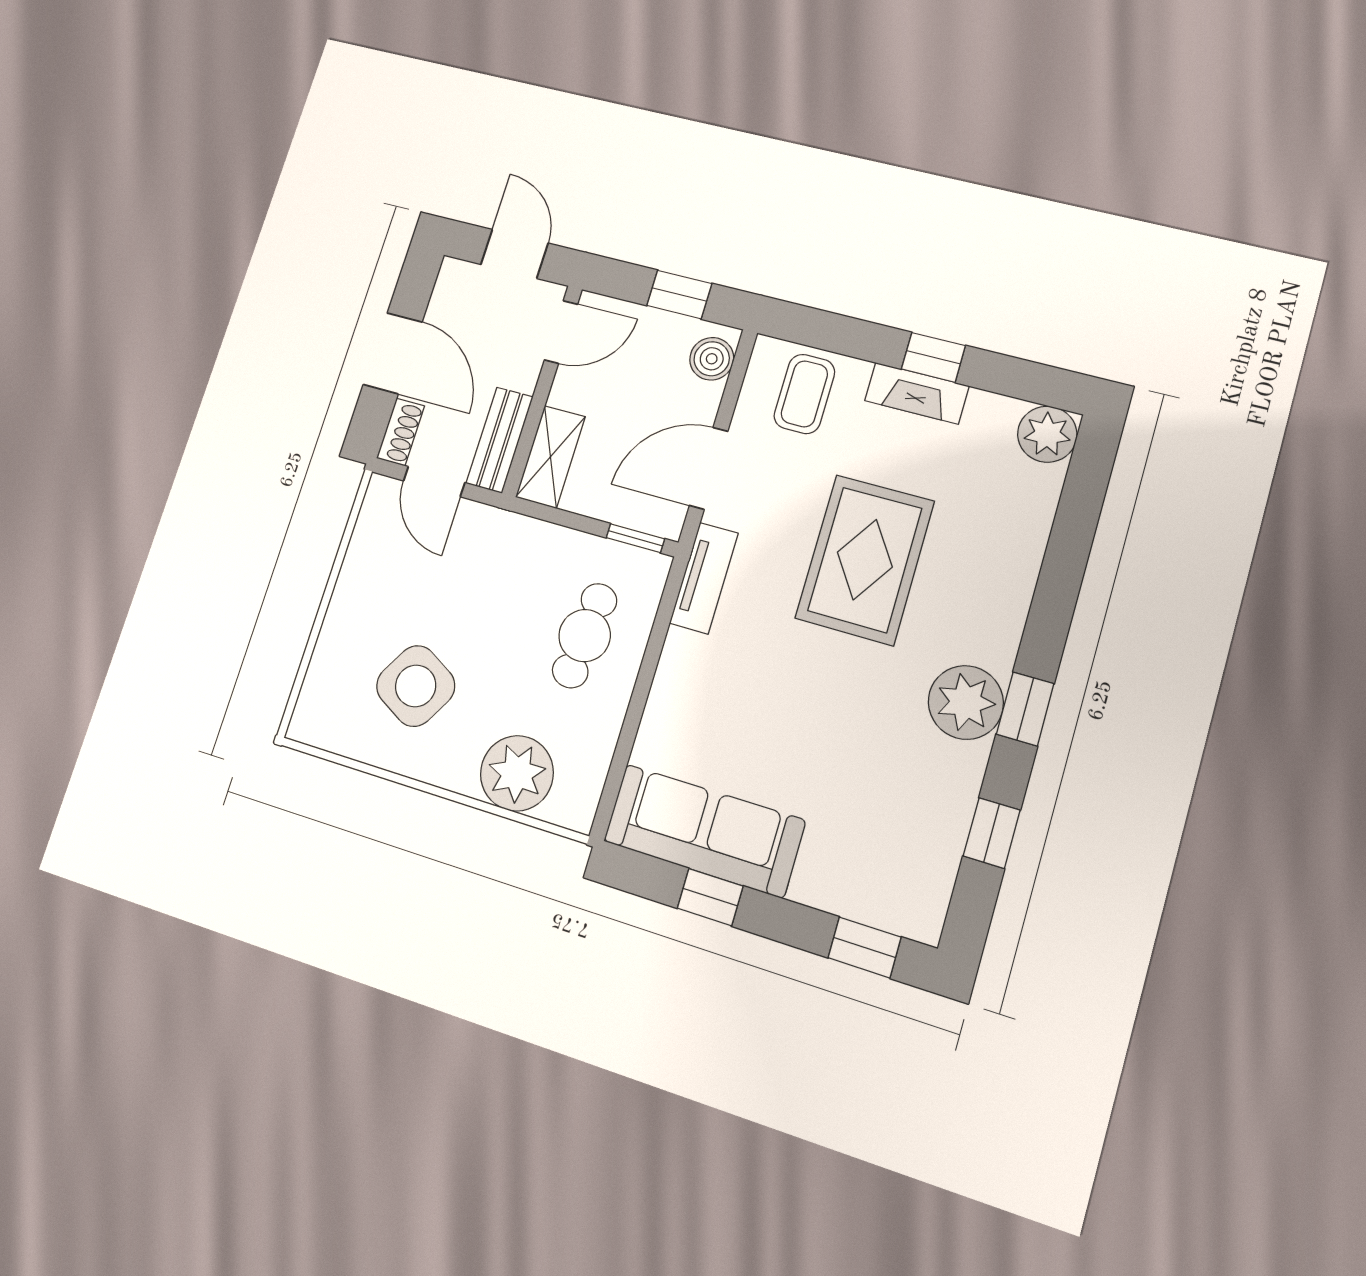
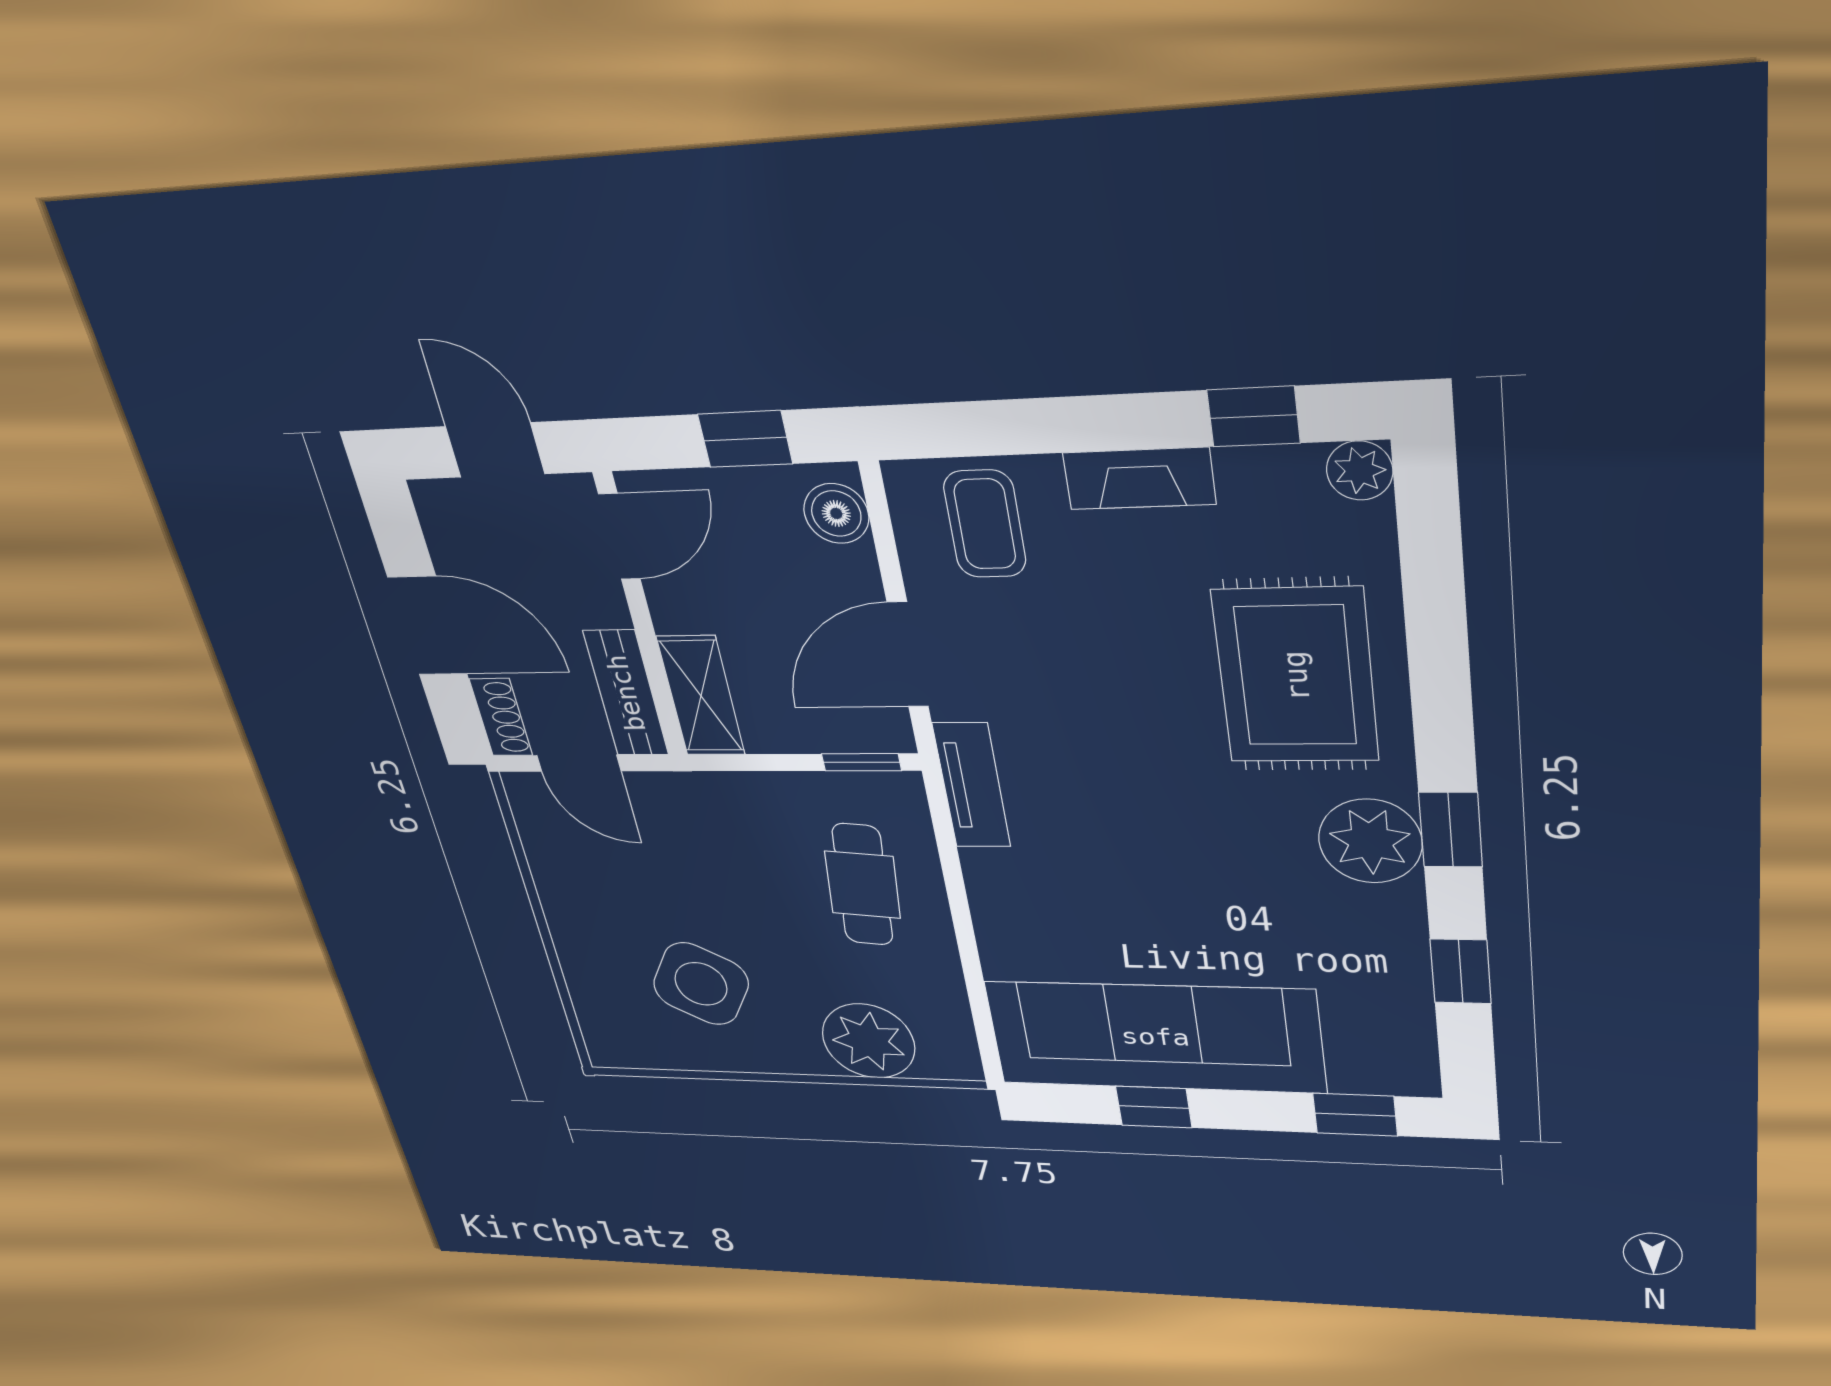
window: (933, 357) -> (1254, 417), moved
plant: (1047, 434) -> (1360, 471), width x0.73, depth x0.73
rug: (865, 560) -> (1296, 676), moved
sofa: (704, 831) -> (1155, 1037), width x1.36, depth x1.27

